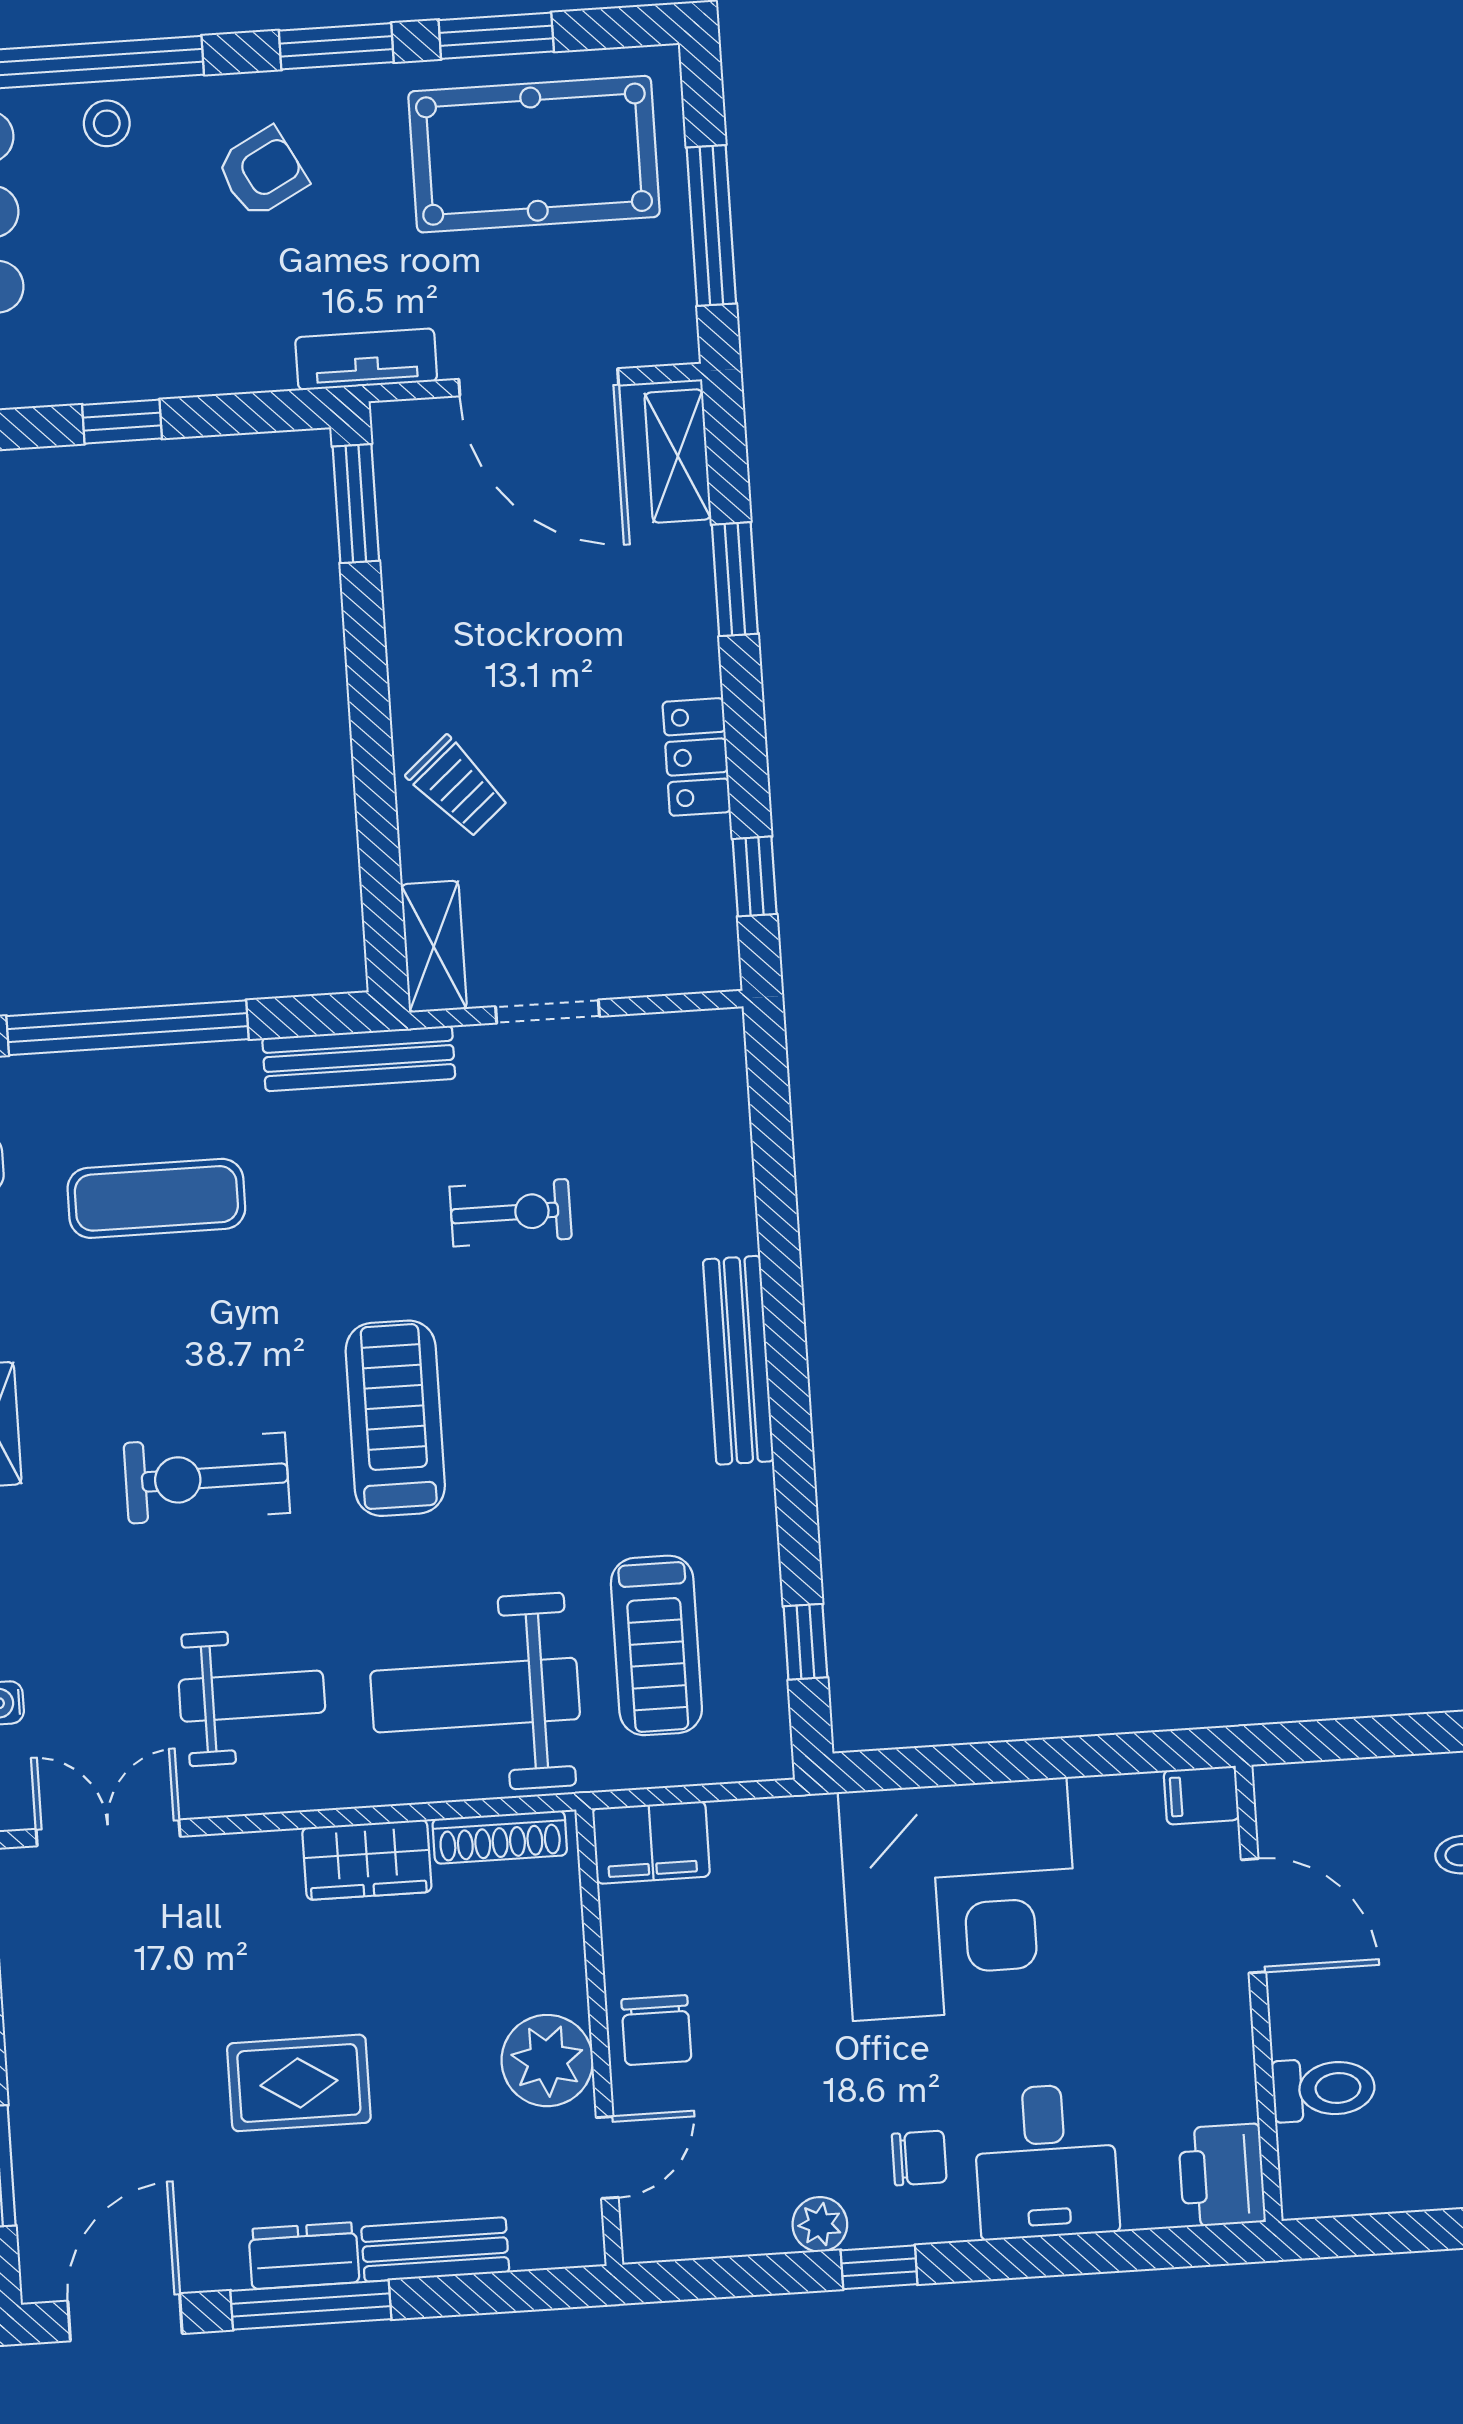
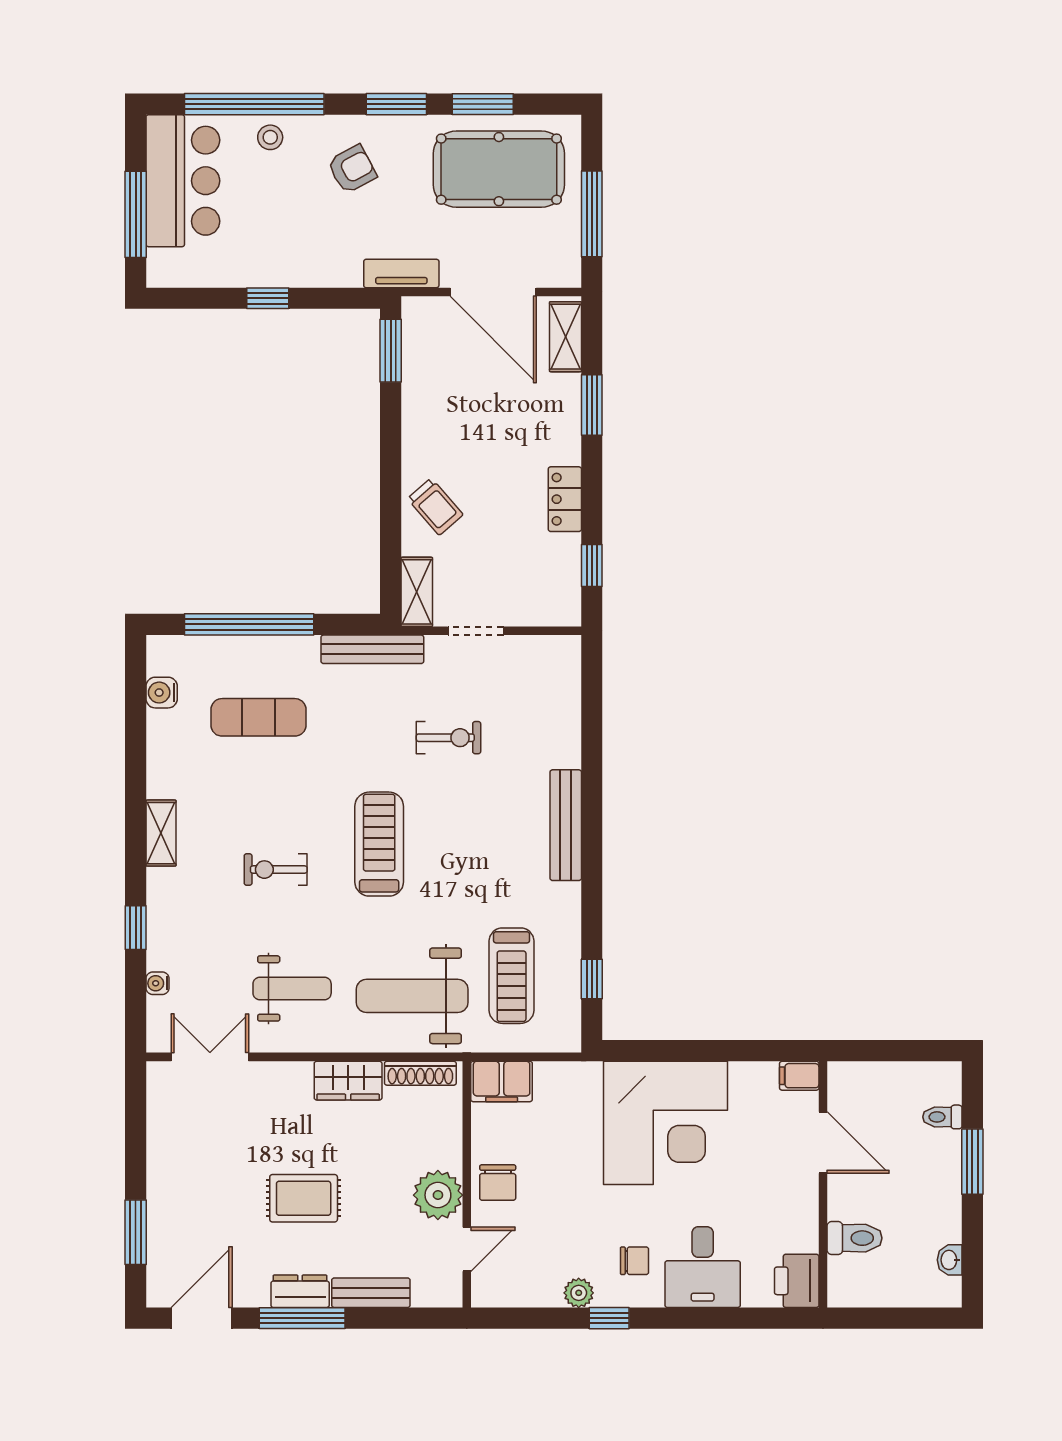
exercise bike: (207, 1478) -> (276, 870), width x0.73, depth x0.72

